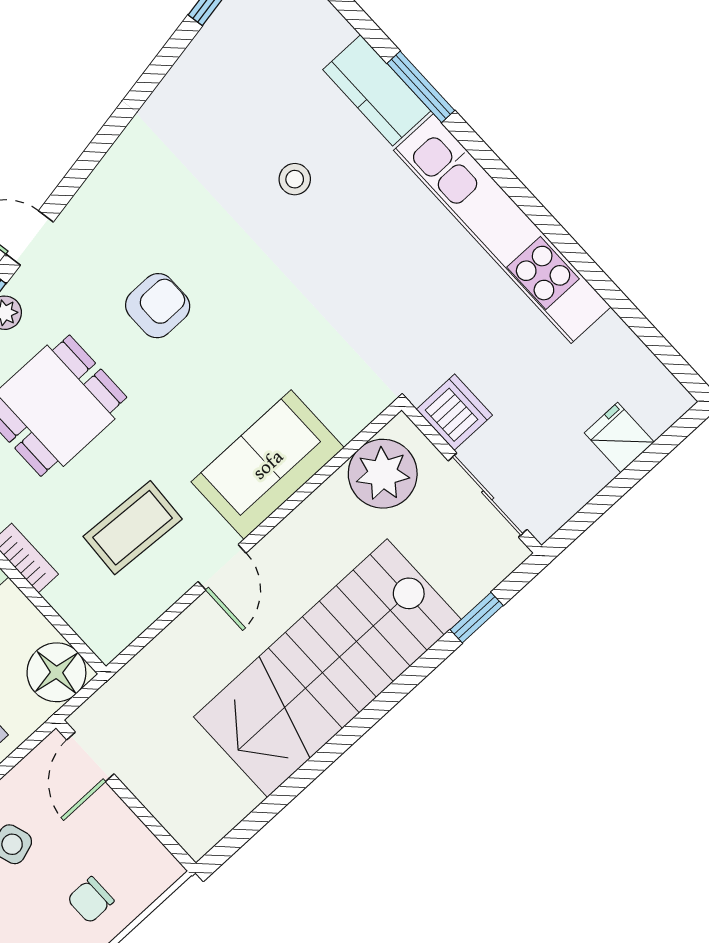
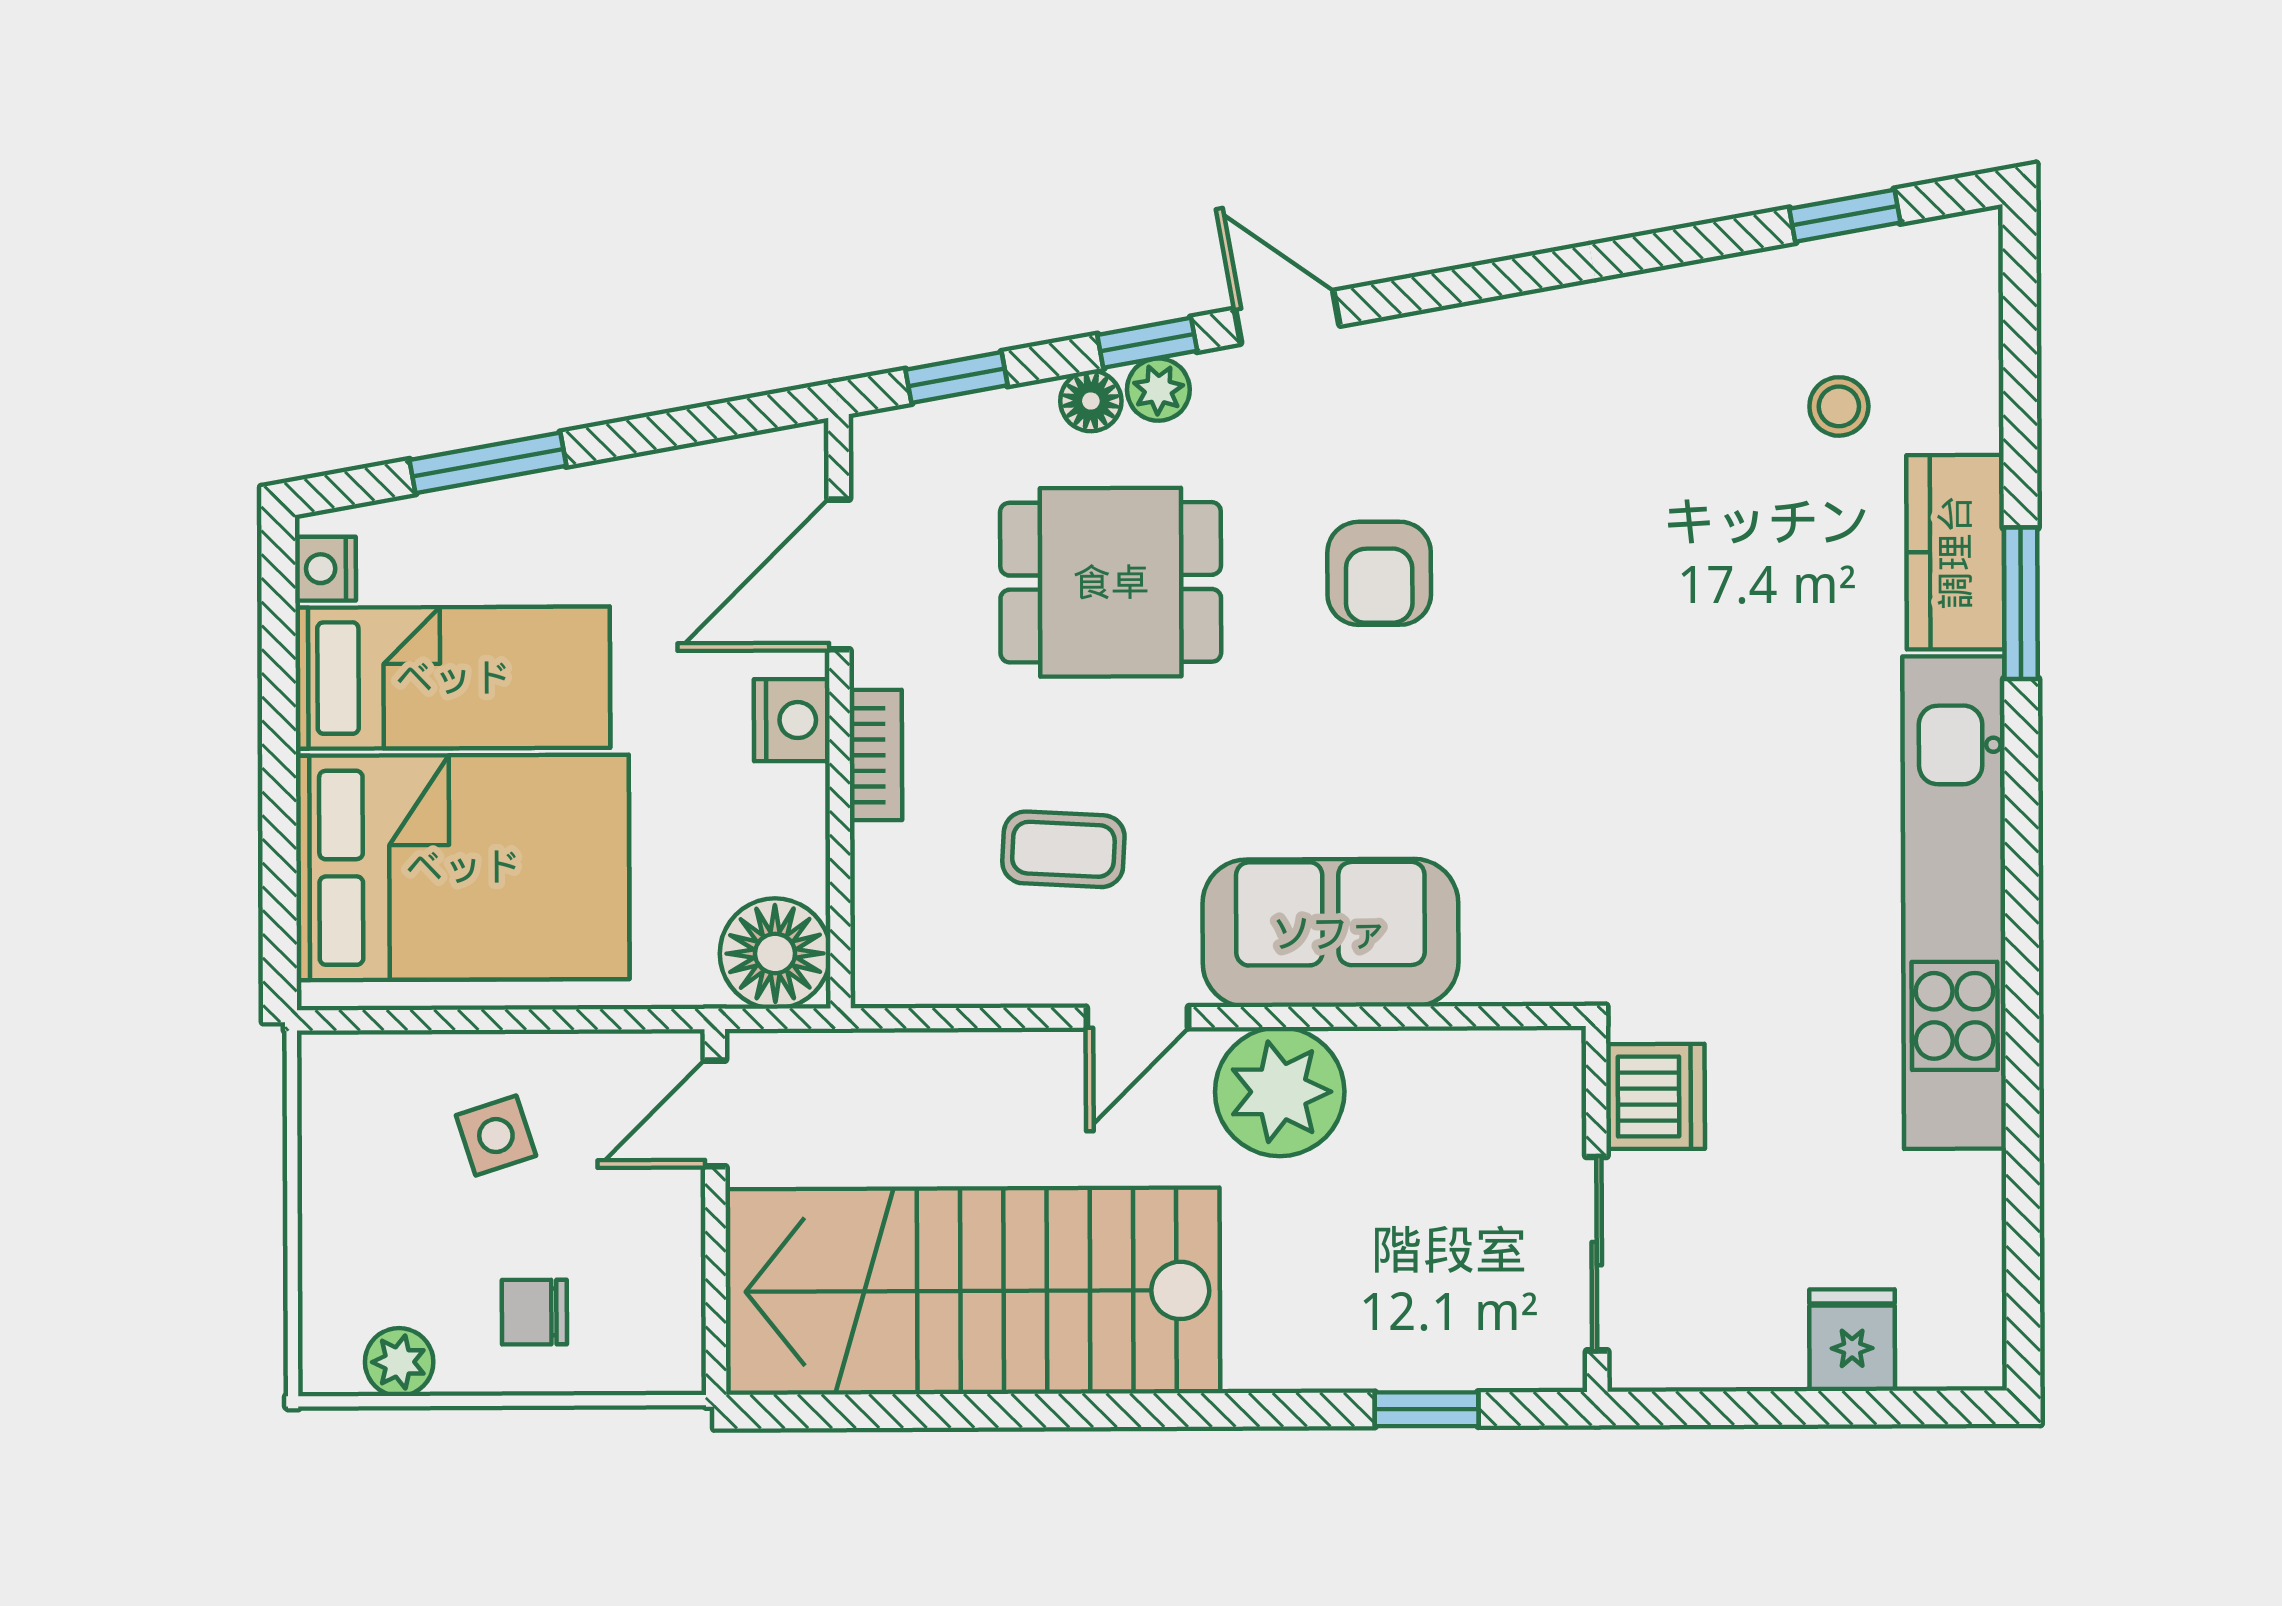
stool: (295, 179) -> (1839, 406), moved
armchair: (158, 306) -> (1379, 573), turned 90
plant: (383, 474) -> (1280, 1092), moved
coffee table: (133, 528) -> (1063, 849), width x0.73, depth x0.77
stairs: (327, 668) -> (973, 1291), moved

